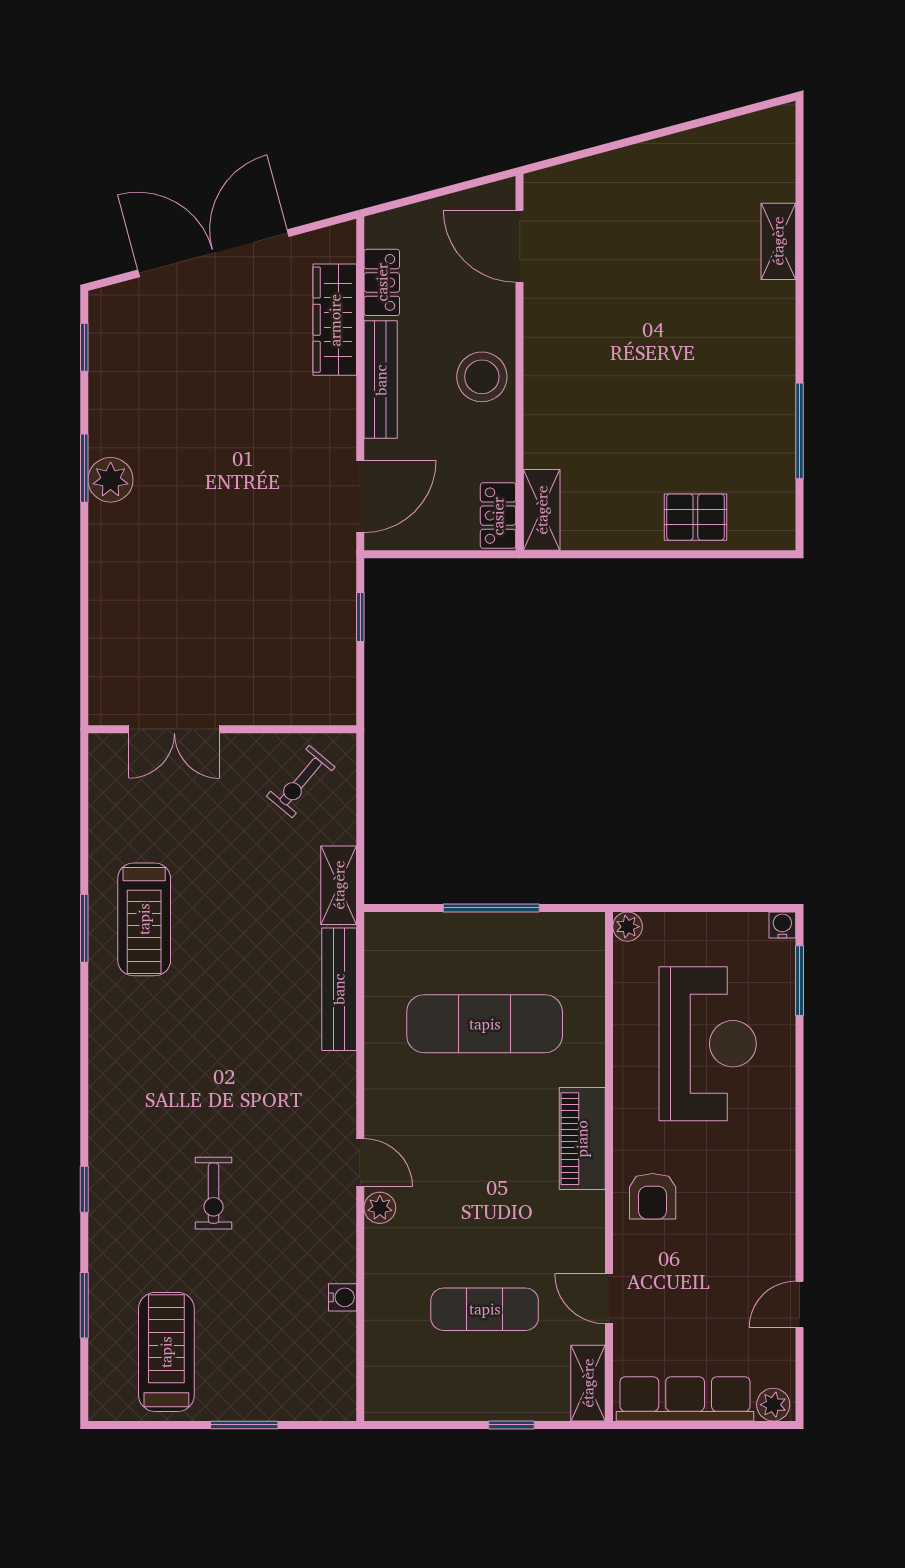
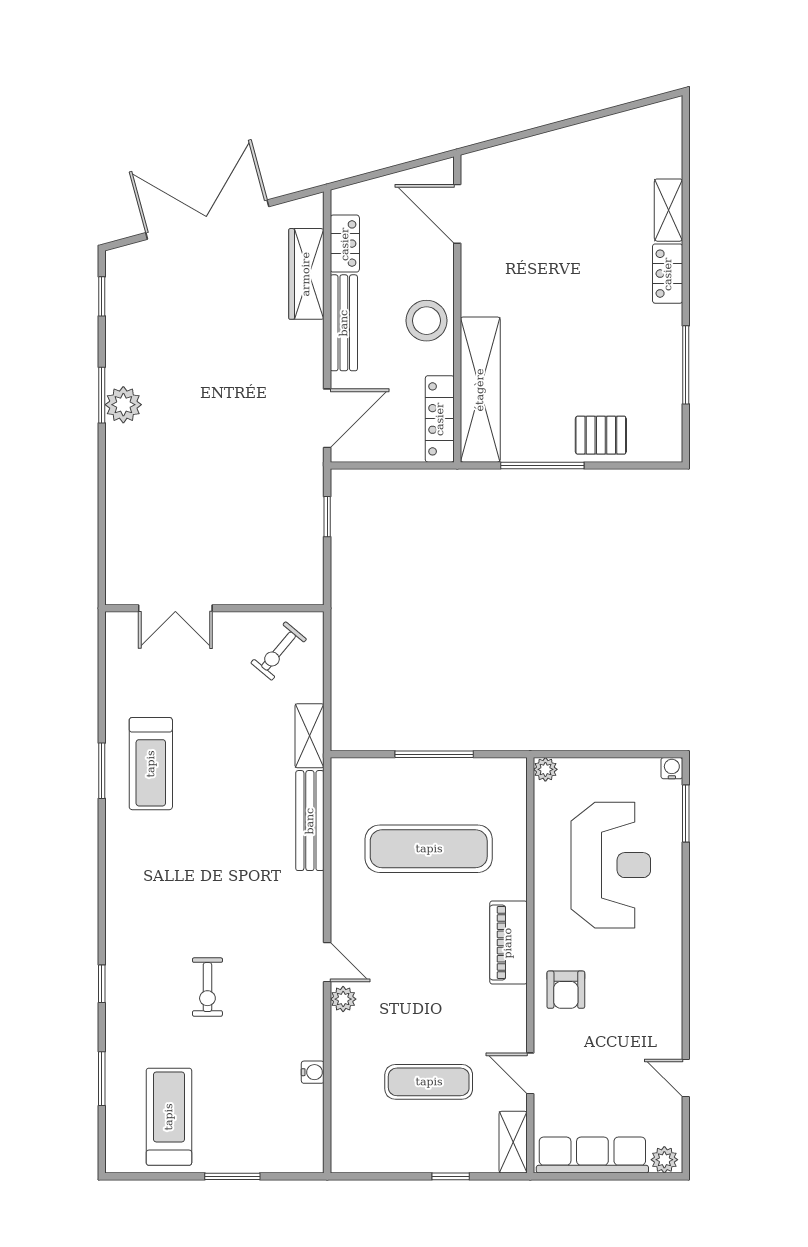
locker: (777, 319) -> (668, 274), added
shelving: (542, 510) -> (480, 390), width x2.20, depth x1.33
locker: (498, 516) -> (440, 419), width x1.53
window: (624, 554) -> (542, 465), added
door: (799, 1304) -> (686, 1078), hinge flipped

